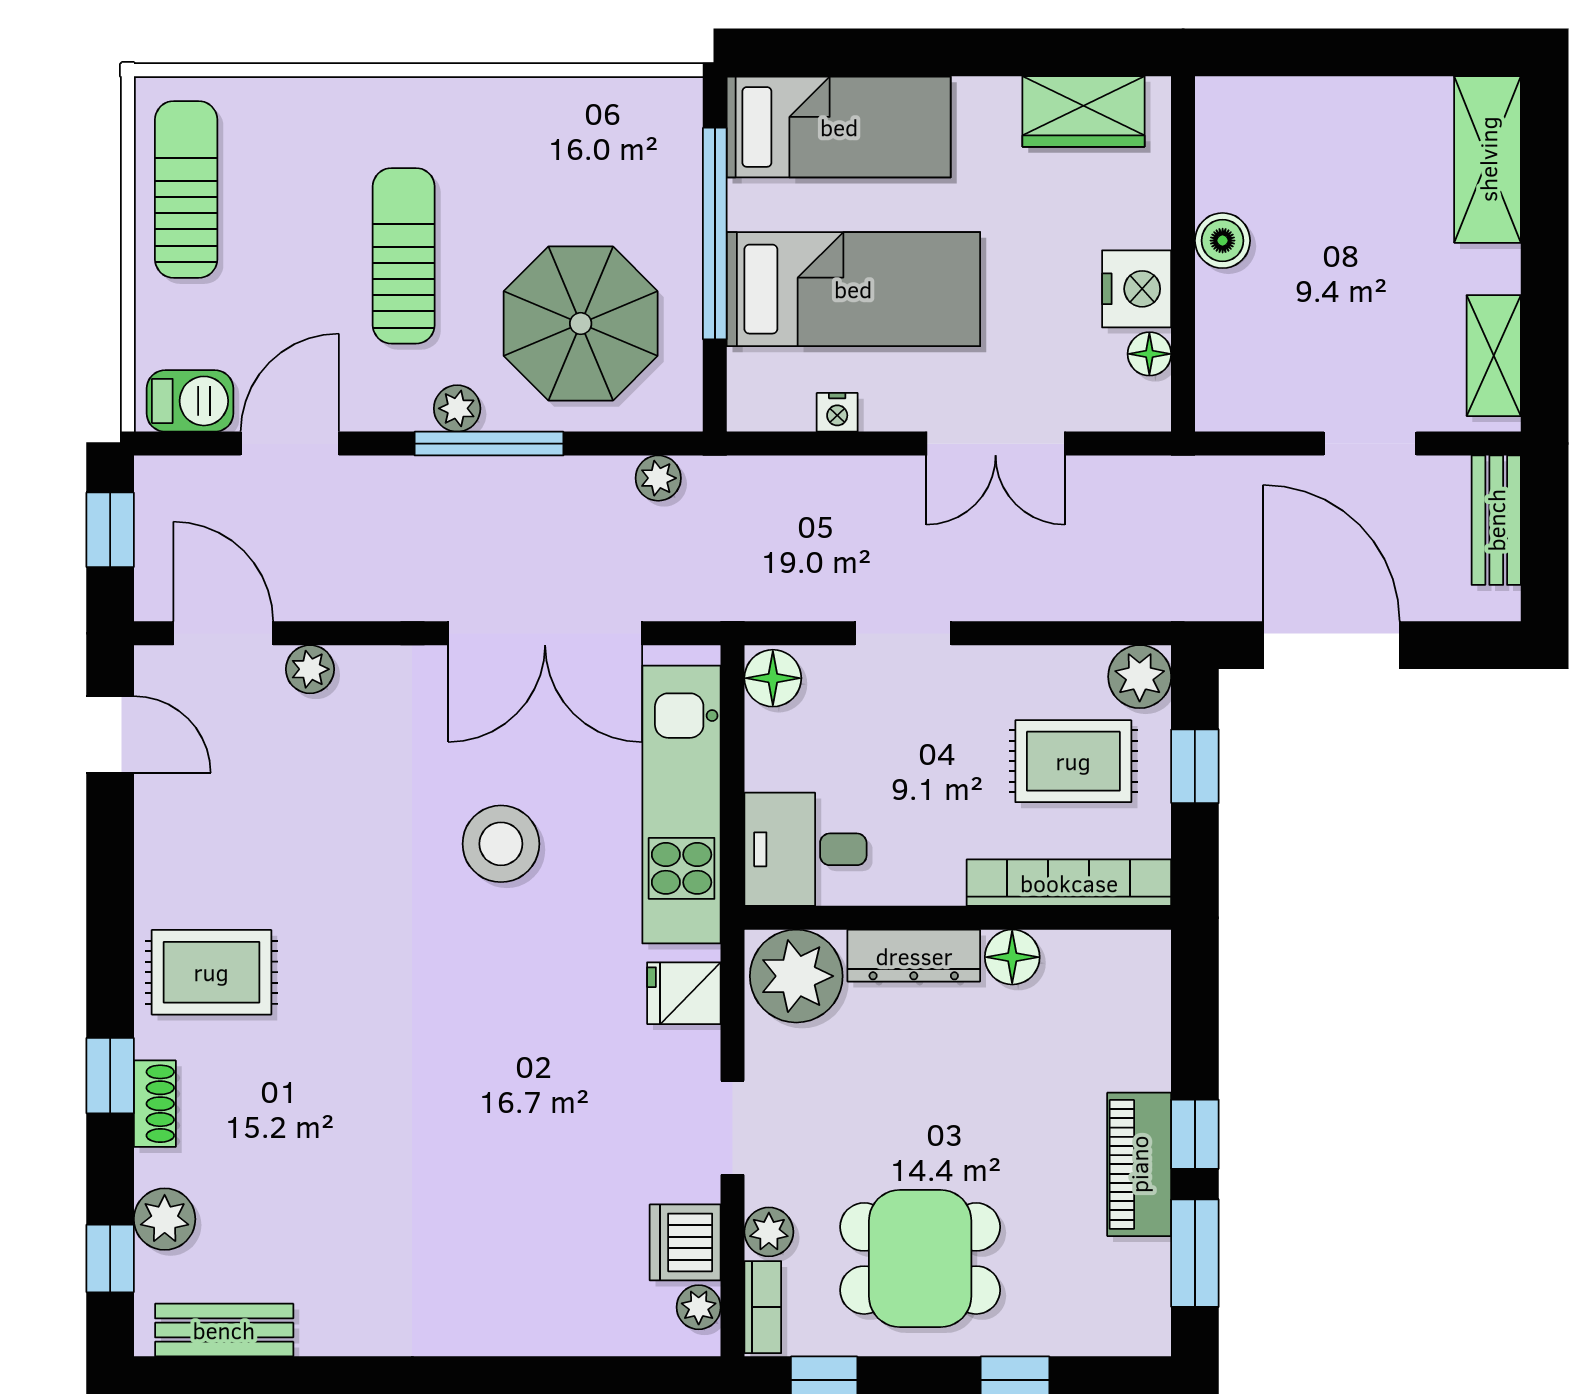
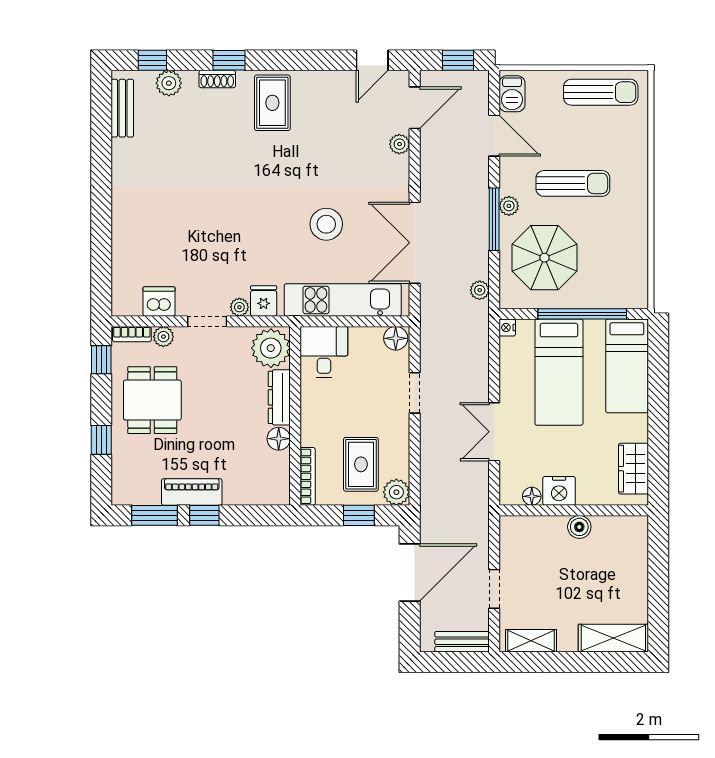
nightstand: (837, 412) -> (507, 328), moved
bookcase: (1069, 883) -> (308, 476), width x0.68, depth x0.76
plant: (699, 1307) -> (239, 307), moved

